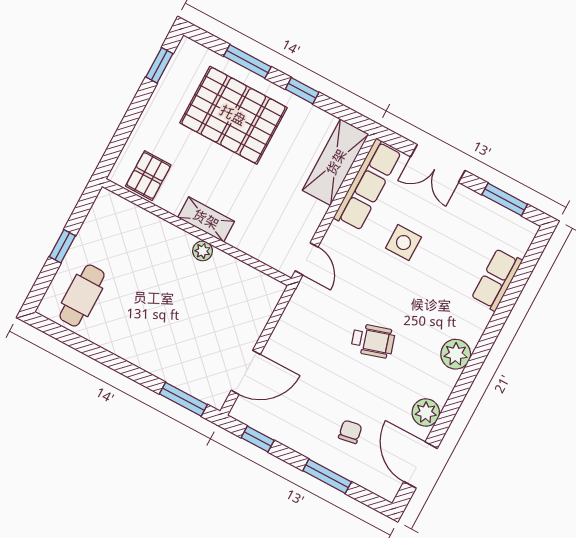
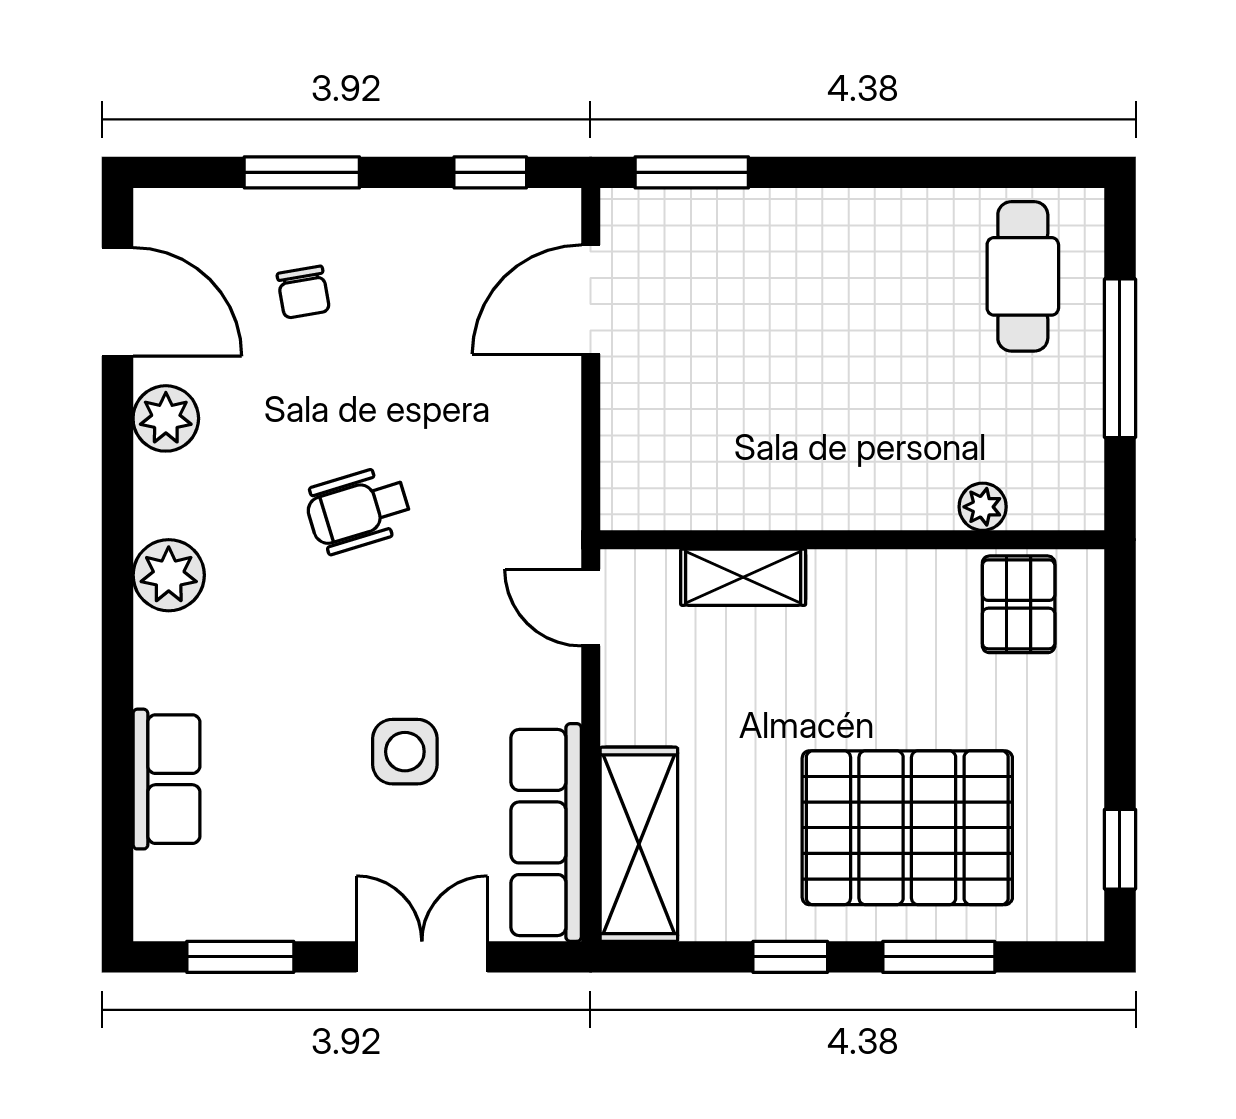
shelving: (206, 219) -> (743, 577), moved
window: (62, 246) -> (1120, 358), width x2.17
plant: (203, 251) -> (983, 507), moved

